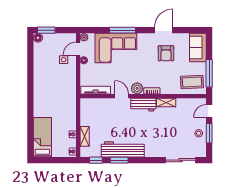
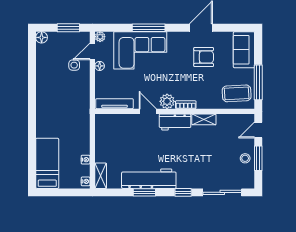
window: (46, 30) -> (68, 28), moved
armchair: (166, 53) -> (204, 57), turned -90
shelving: (85, 136) -> (101, 176), moved
window: (96, 160) -> (183, 192), moved

